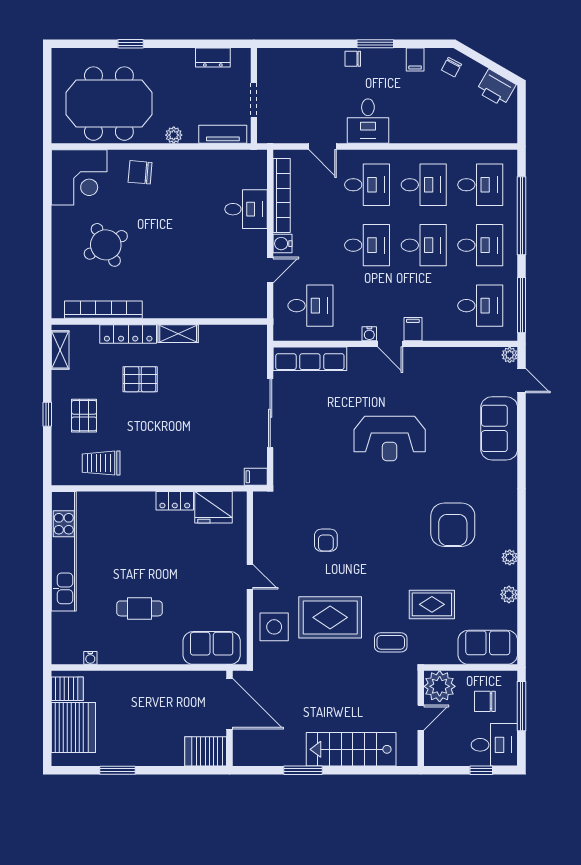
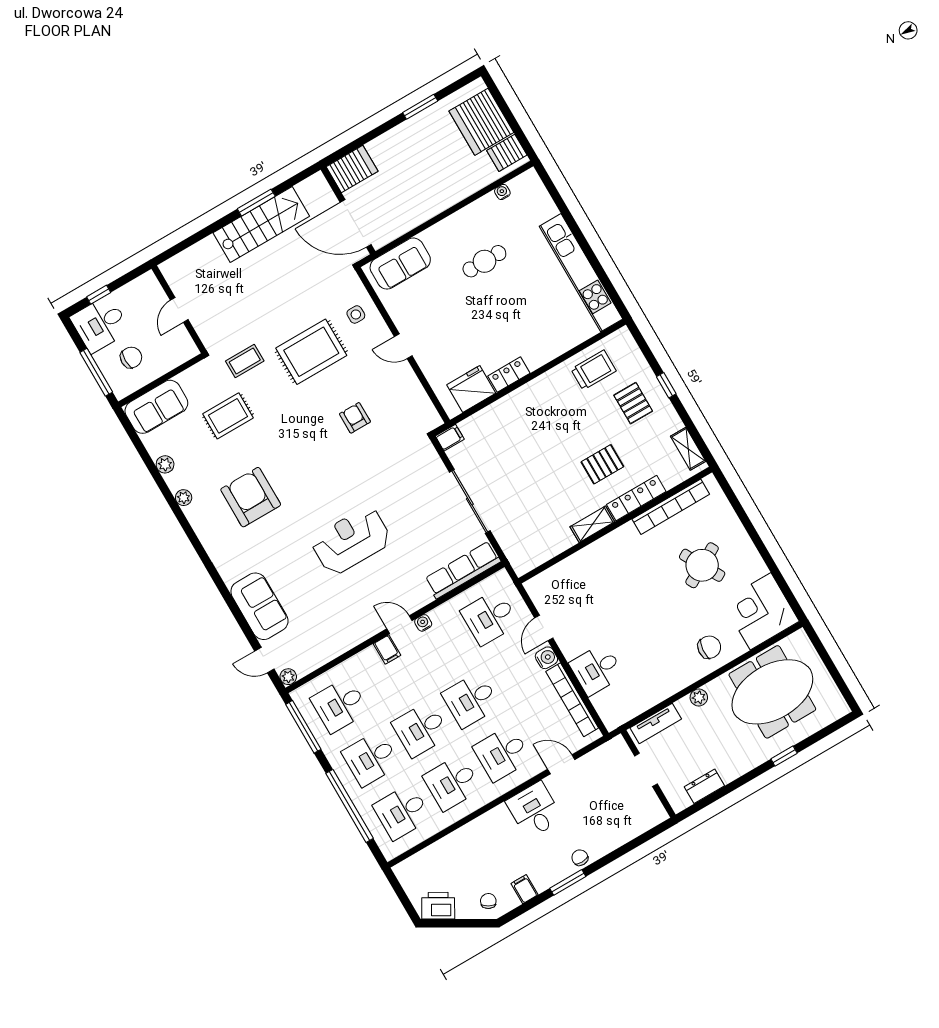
chair: (353, 59) -> (580, 858), turned -91
side table: (274, 627) -> (356, 314), width x0.54, depth x0.54
plant: (440, 686) -> (179, 347), removed
stairs: (351, 749) -> (261, 225), moved

